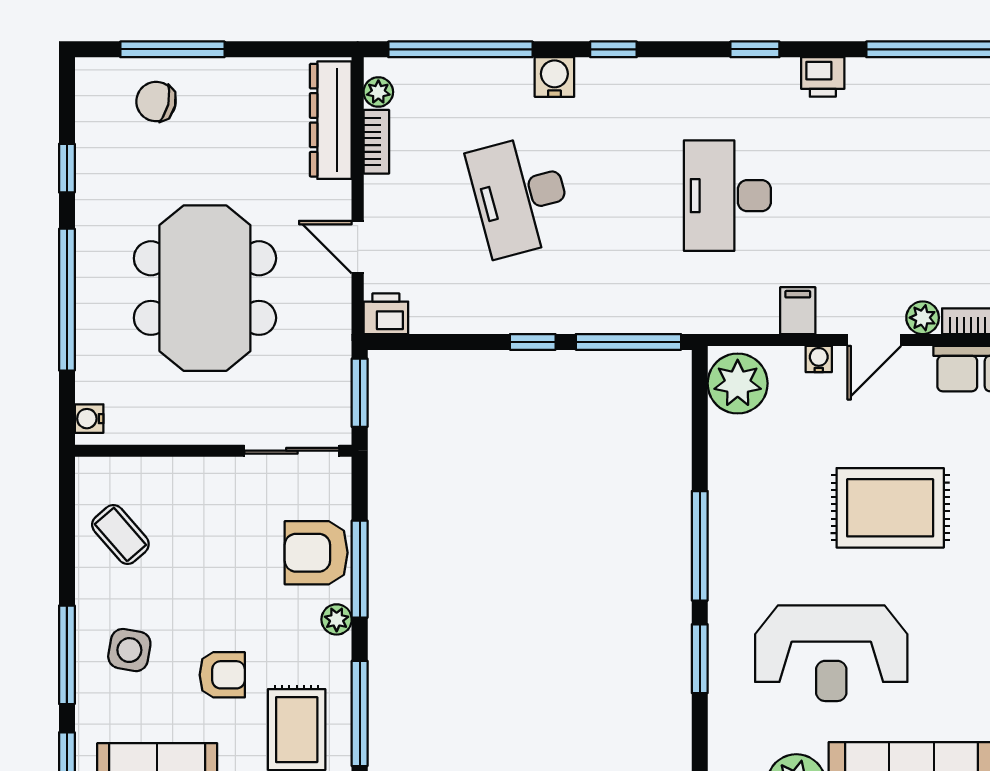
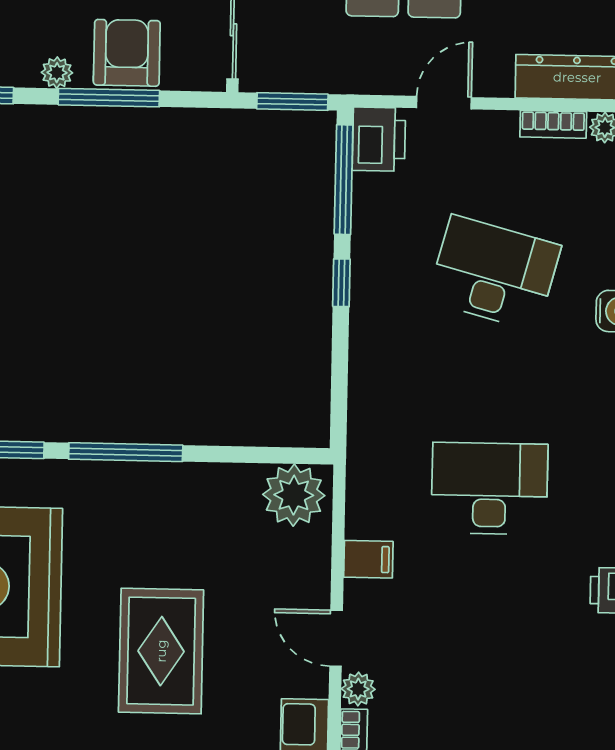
desk: (520, 196) -> (494, 273), turned 30
printer: (386, 314) -> (379, 139), width x1.36, depth x1.24
window: (628, 342) -> (344, 180), moved
water cooler: (819, 359) -> (317, 580), removed

